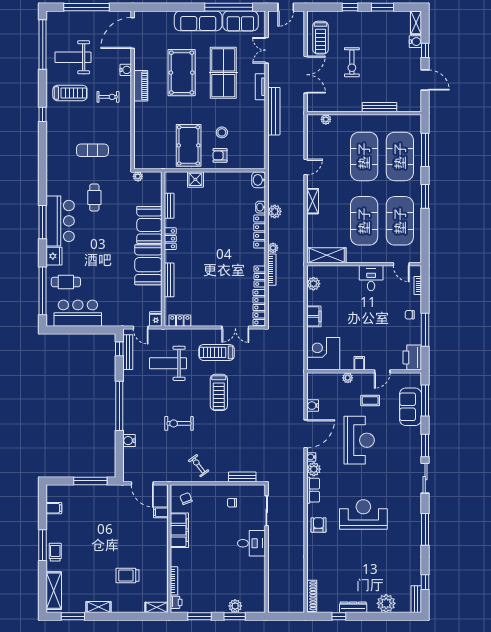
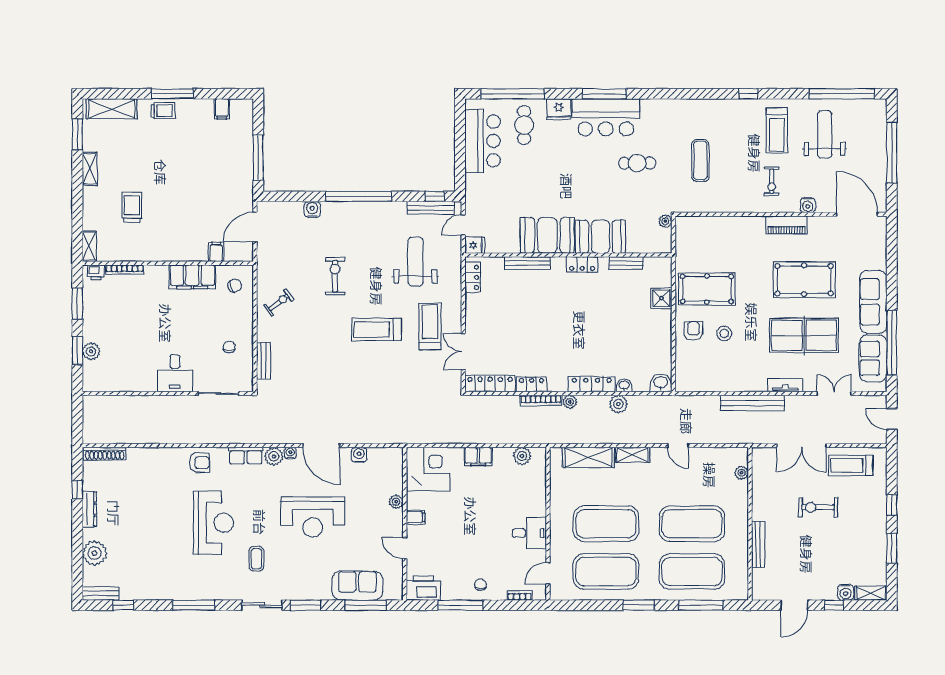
shelving: (327, 255) -> (588, 457), moved, turned 90
coffee table: (370, 401) -> (256, 559), moved

